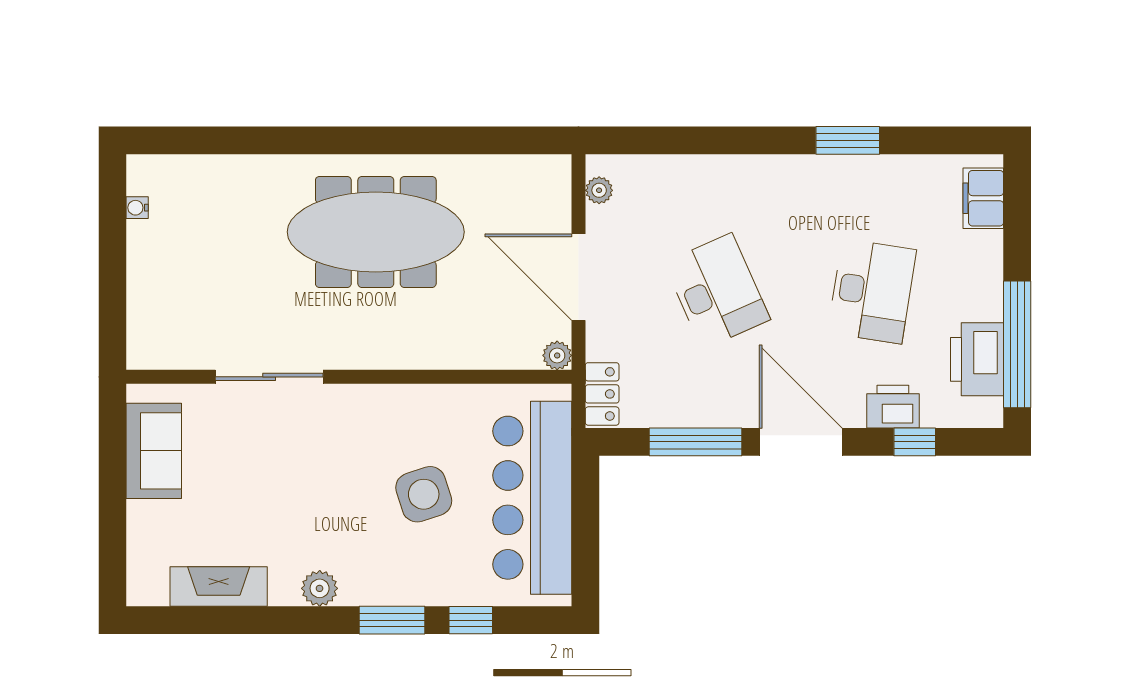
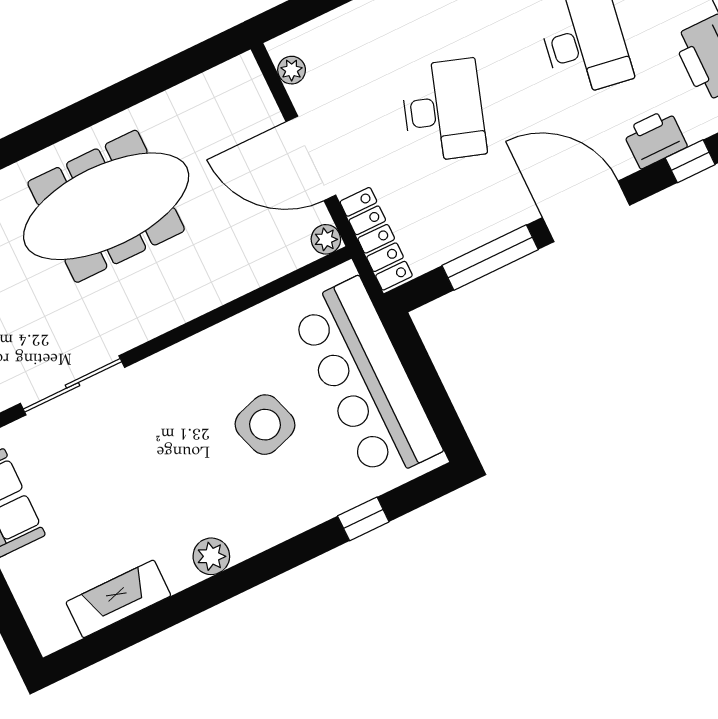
desk: (717, 291) -> (443, 110), turned 42
locker: (602, 394) -> (376, 239), width x1.53
window: (392, 620) -> (291, 553), removed

